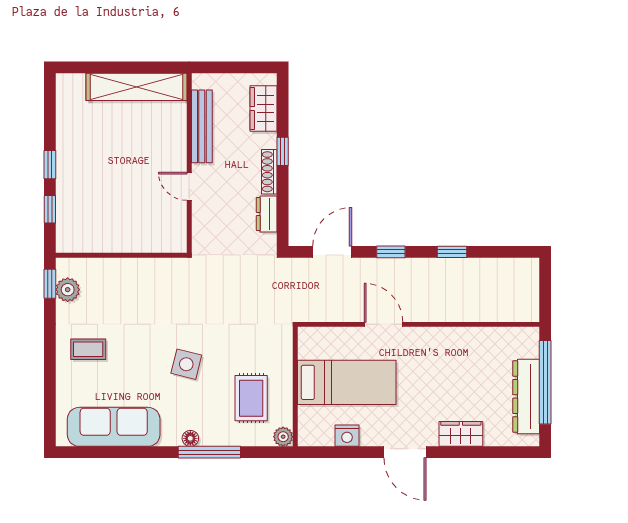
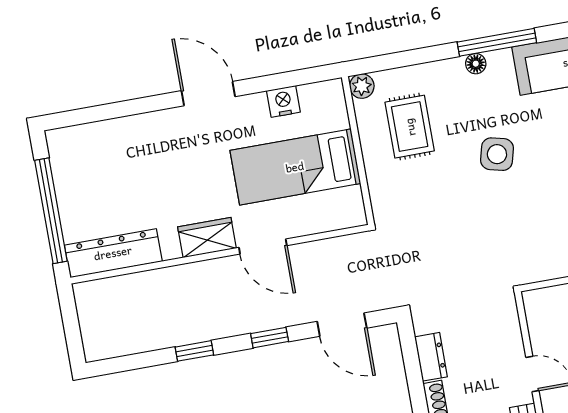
door: (332, 252) -> (342, 325), hinge flipped
dresser: (526, 396) -> (113, 253), moved, turned -90
wardrobe: (461, 434) -> (207, 238), moved, turned 180
window: (209, 452) -> (497, 42), moved

